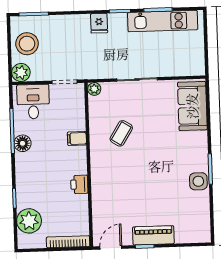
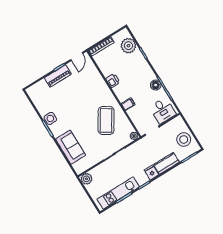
kitchen counter: (71, 24) -> (167, 163), added
plant: (21, 72) -> (87, 179), moved
sofa: (192, 106) -> (71, 147), moved
coffee table: (121, 133) -> (106, 120), width x1.86, depth x1.72

